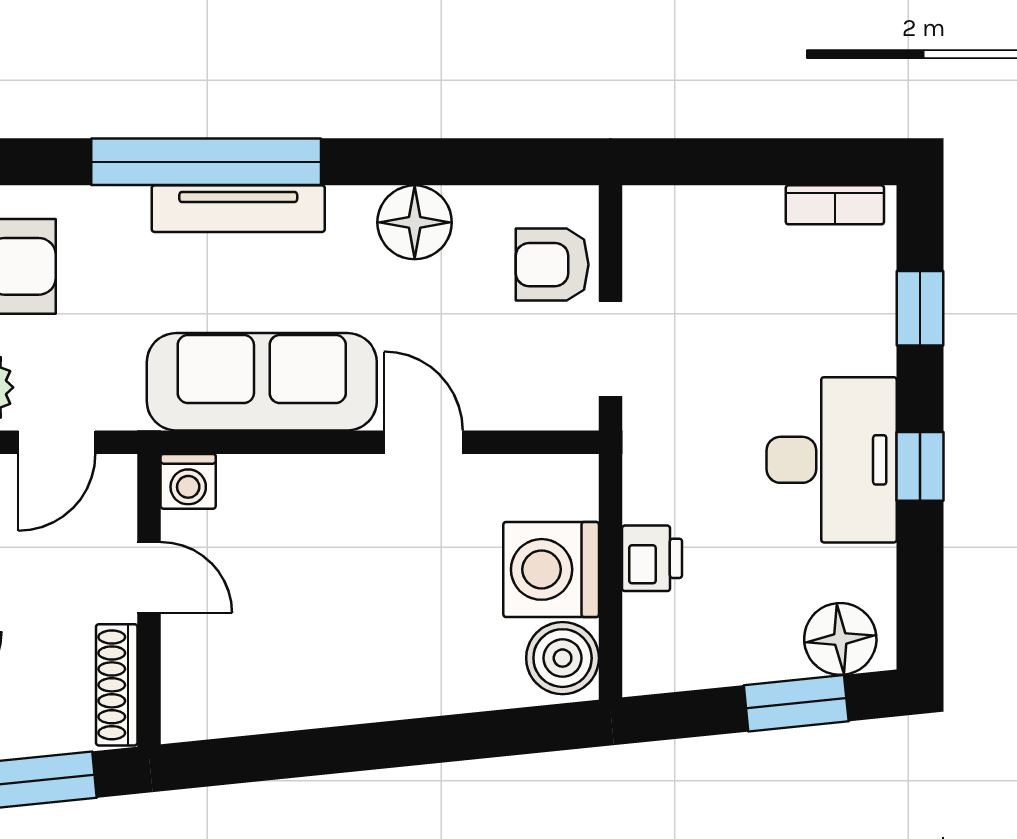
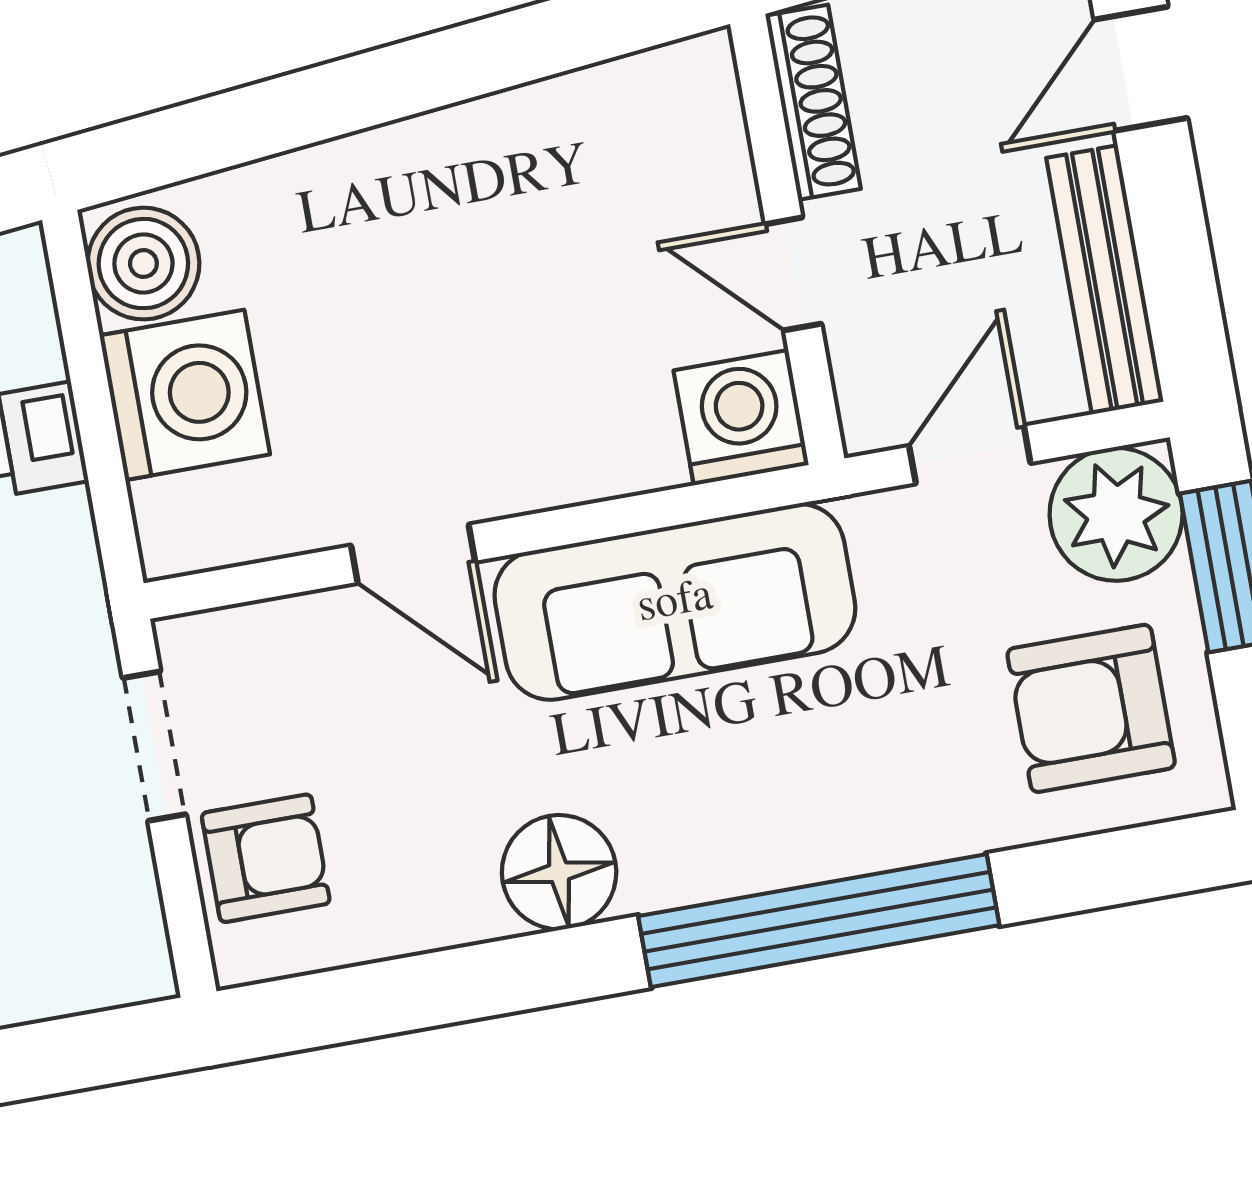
tv unit: (238, 209) -> (757, 858), removed
floor lamp: (415, 222) -> (559, 872), moved
washing machine: (188, 481) -> (741, 418), width x1.38, depth x1.38

